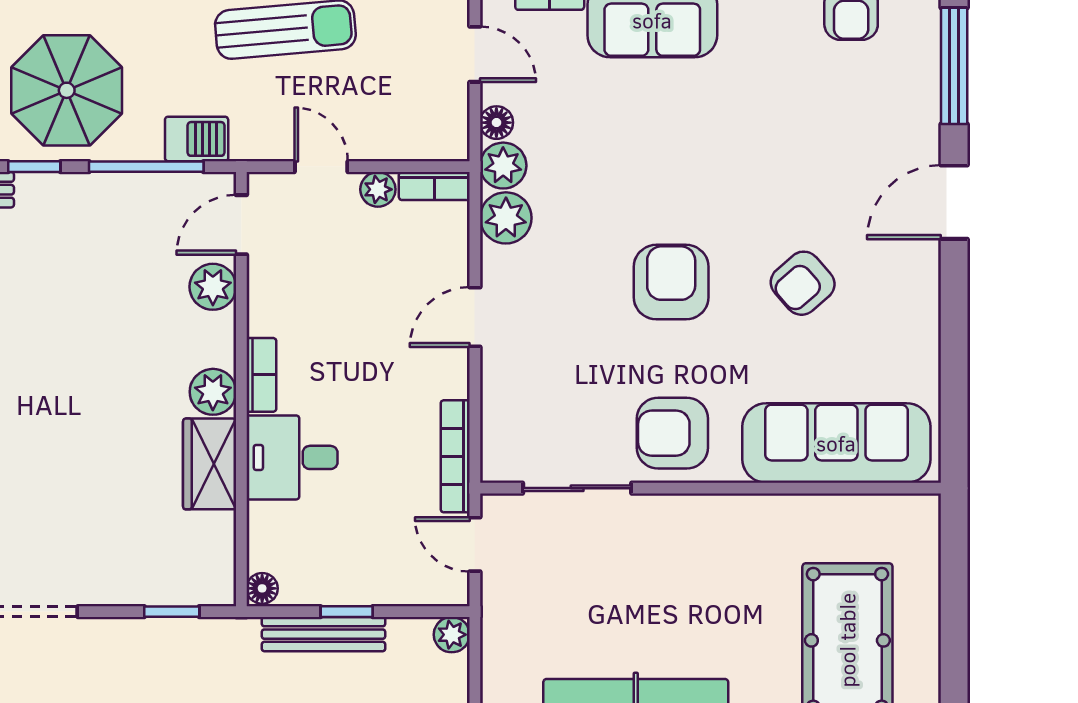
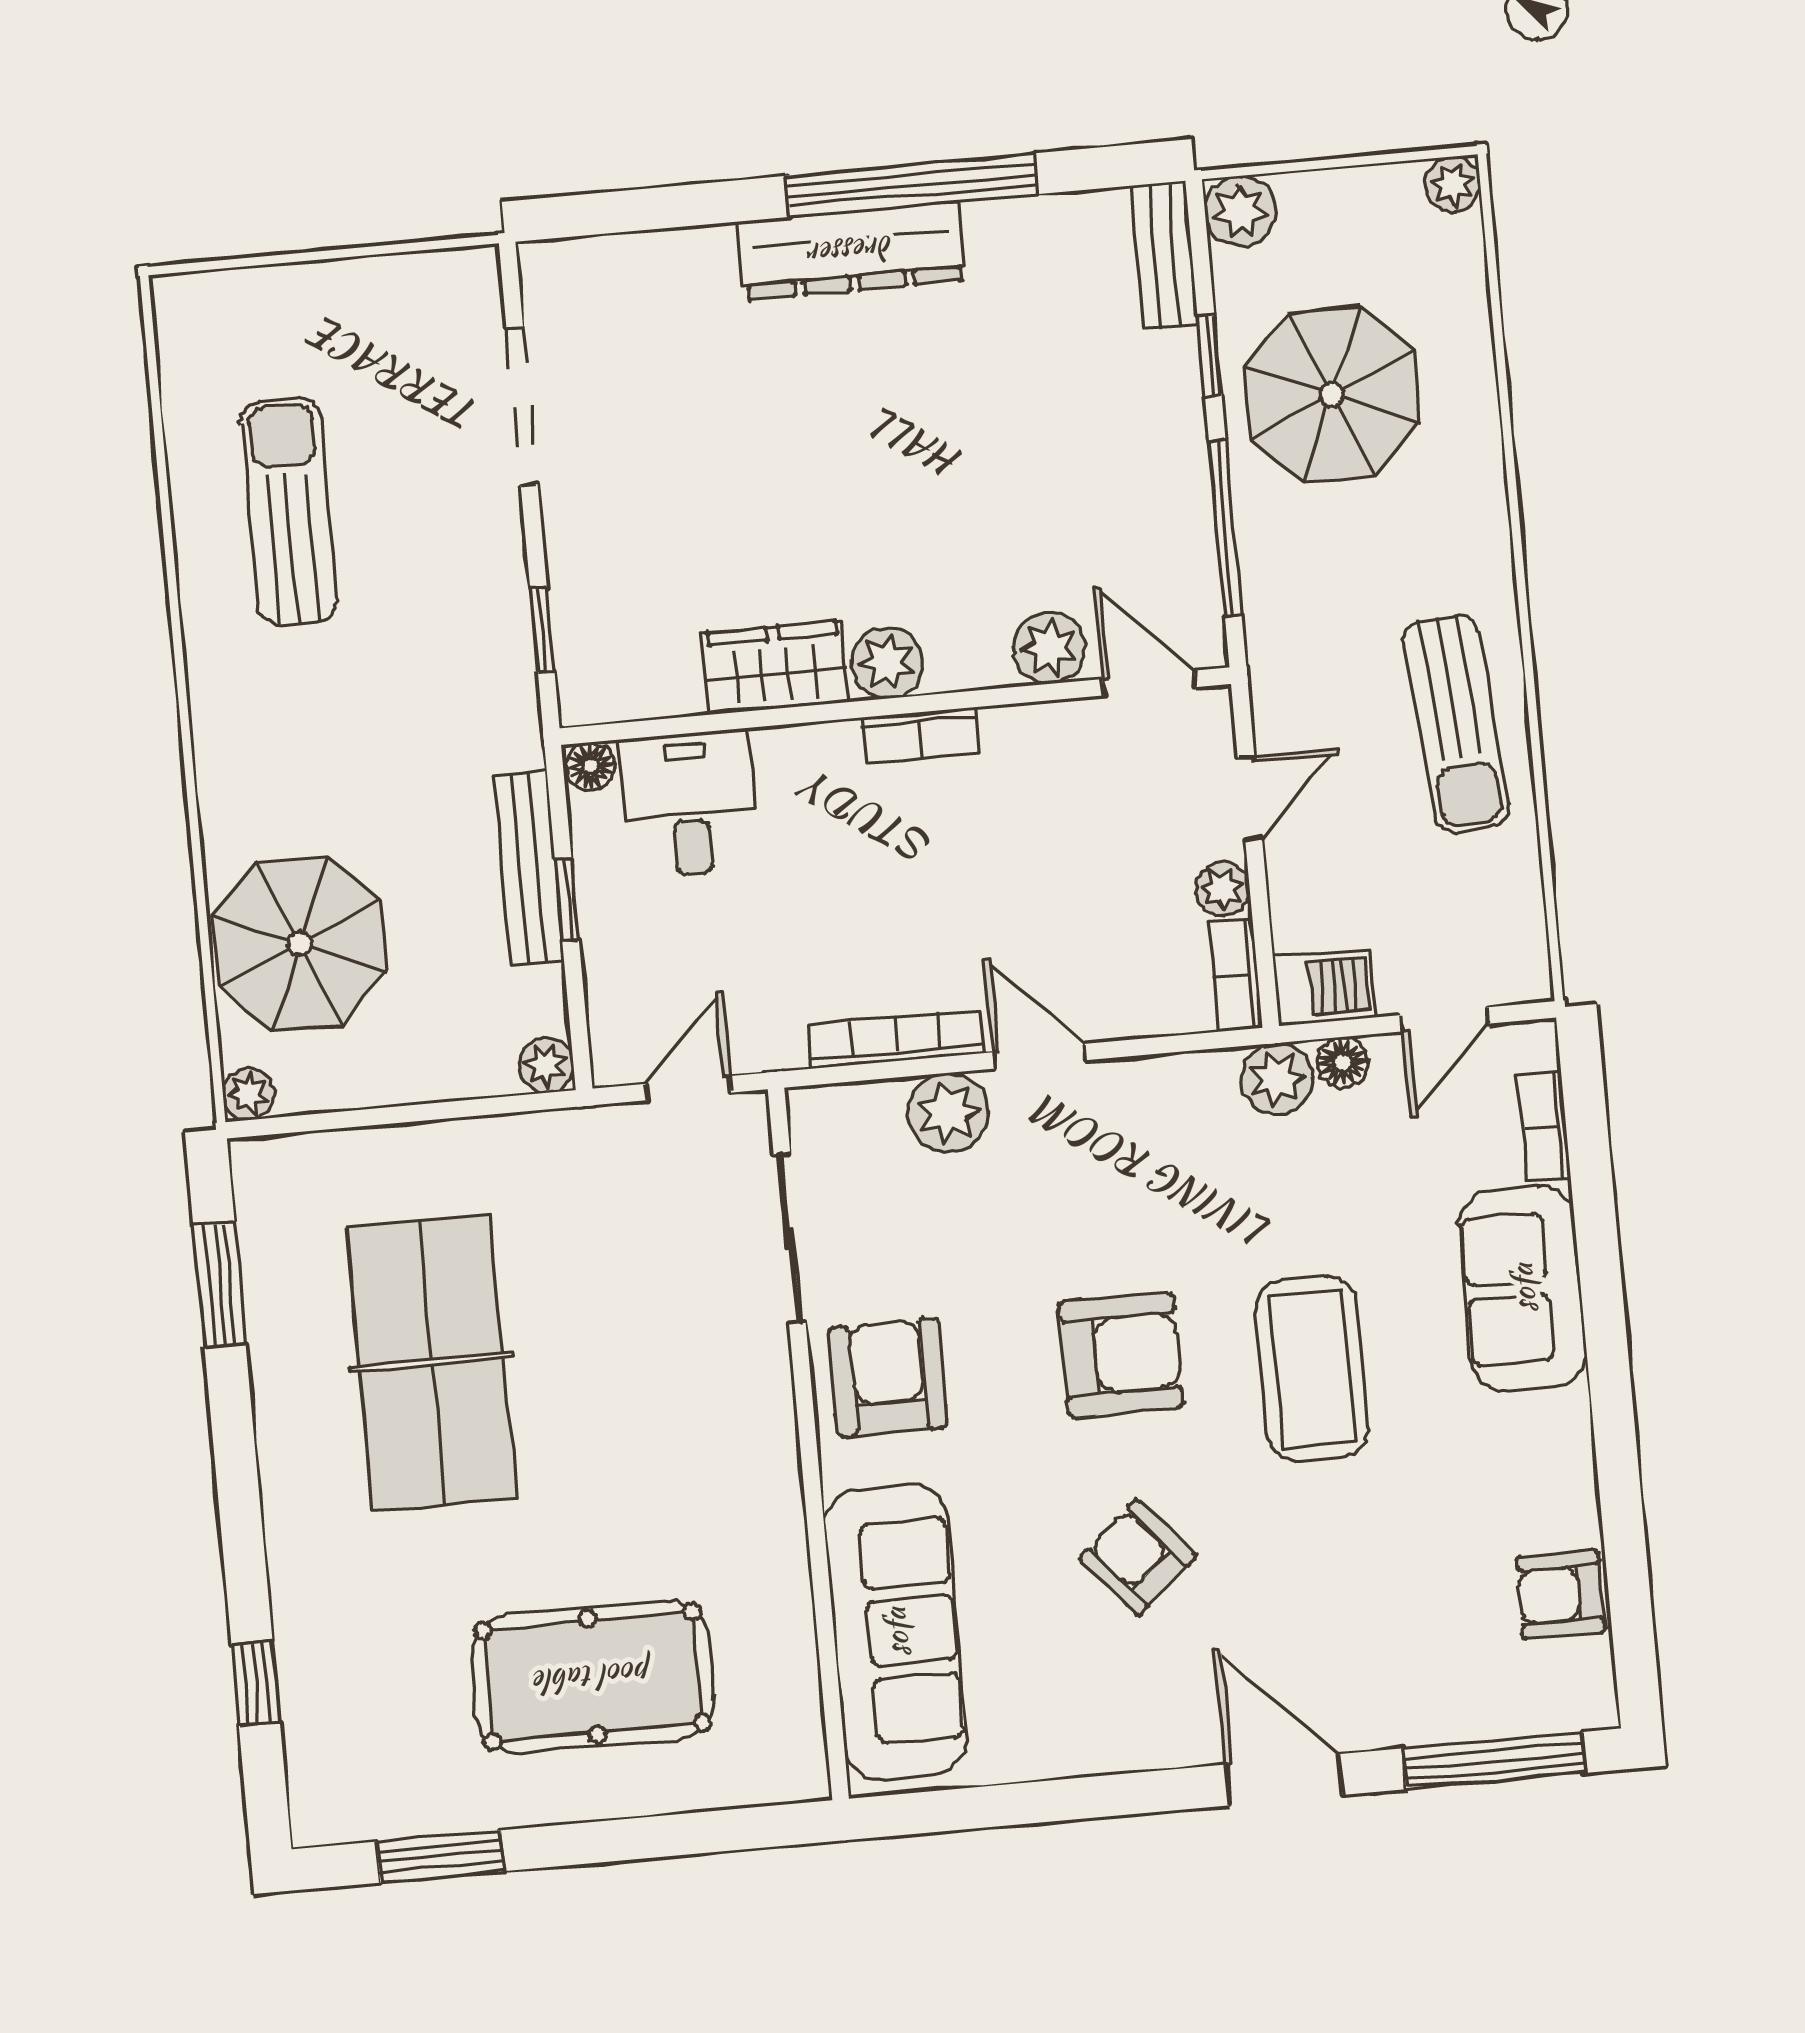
barbecue: (197, 139) -> (1324, 987), moved, turned -90
coffee table: (691, 160) -> (1312, 1369), added
plant: (506, 218) -> (948, 1113), moved
bookcase: (455, 456) -> (896, 1039), moved
desk: (292, 457) -> (689, 804), moved

